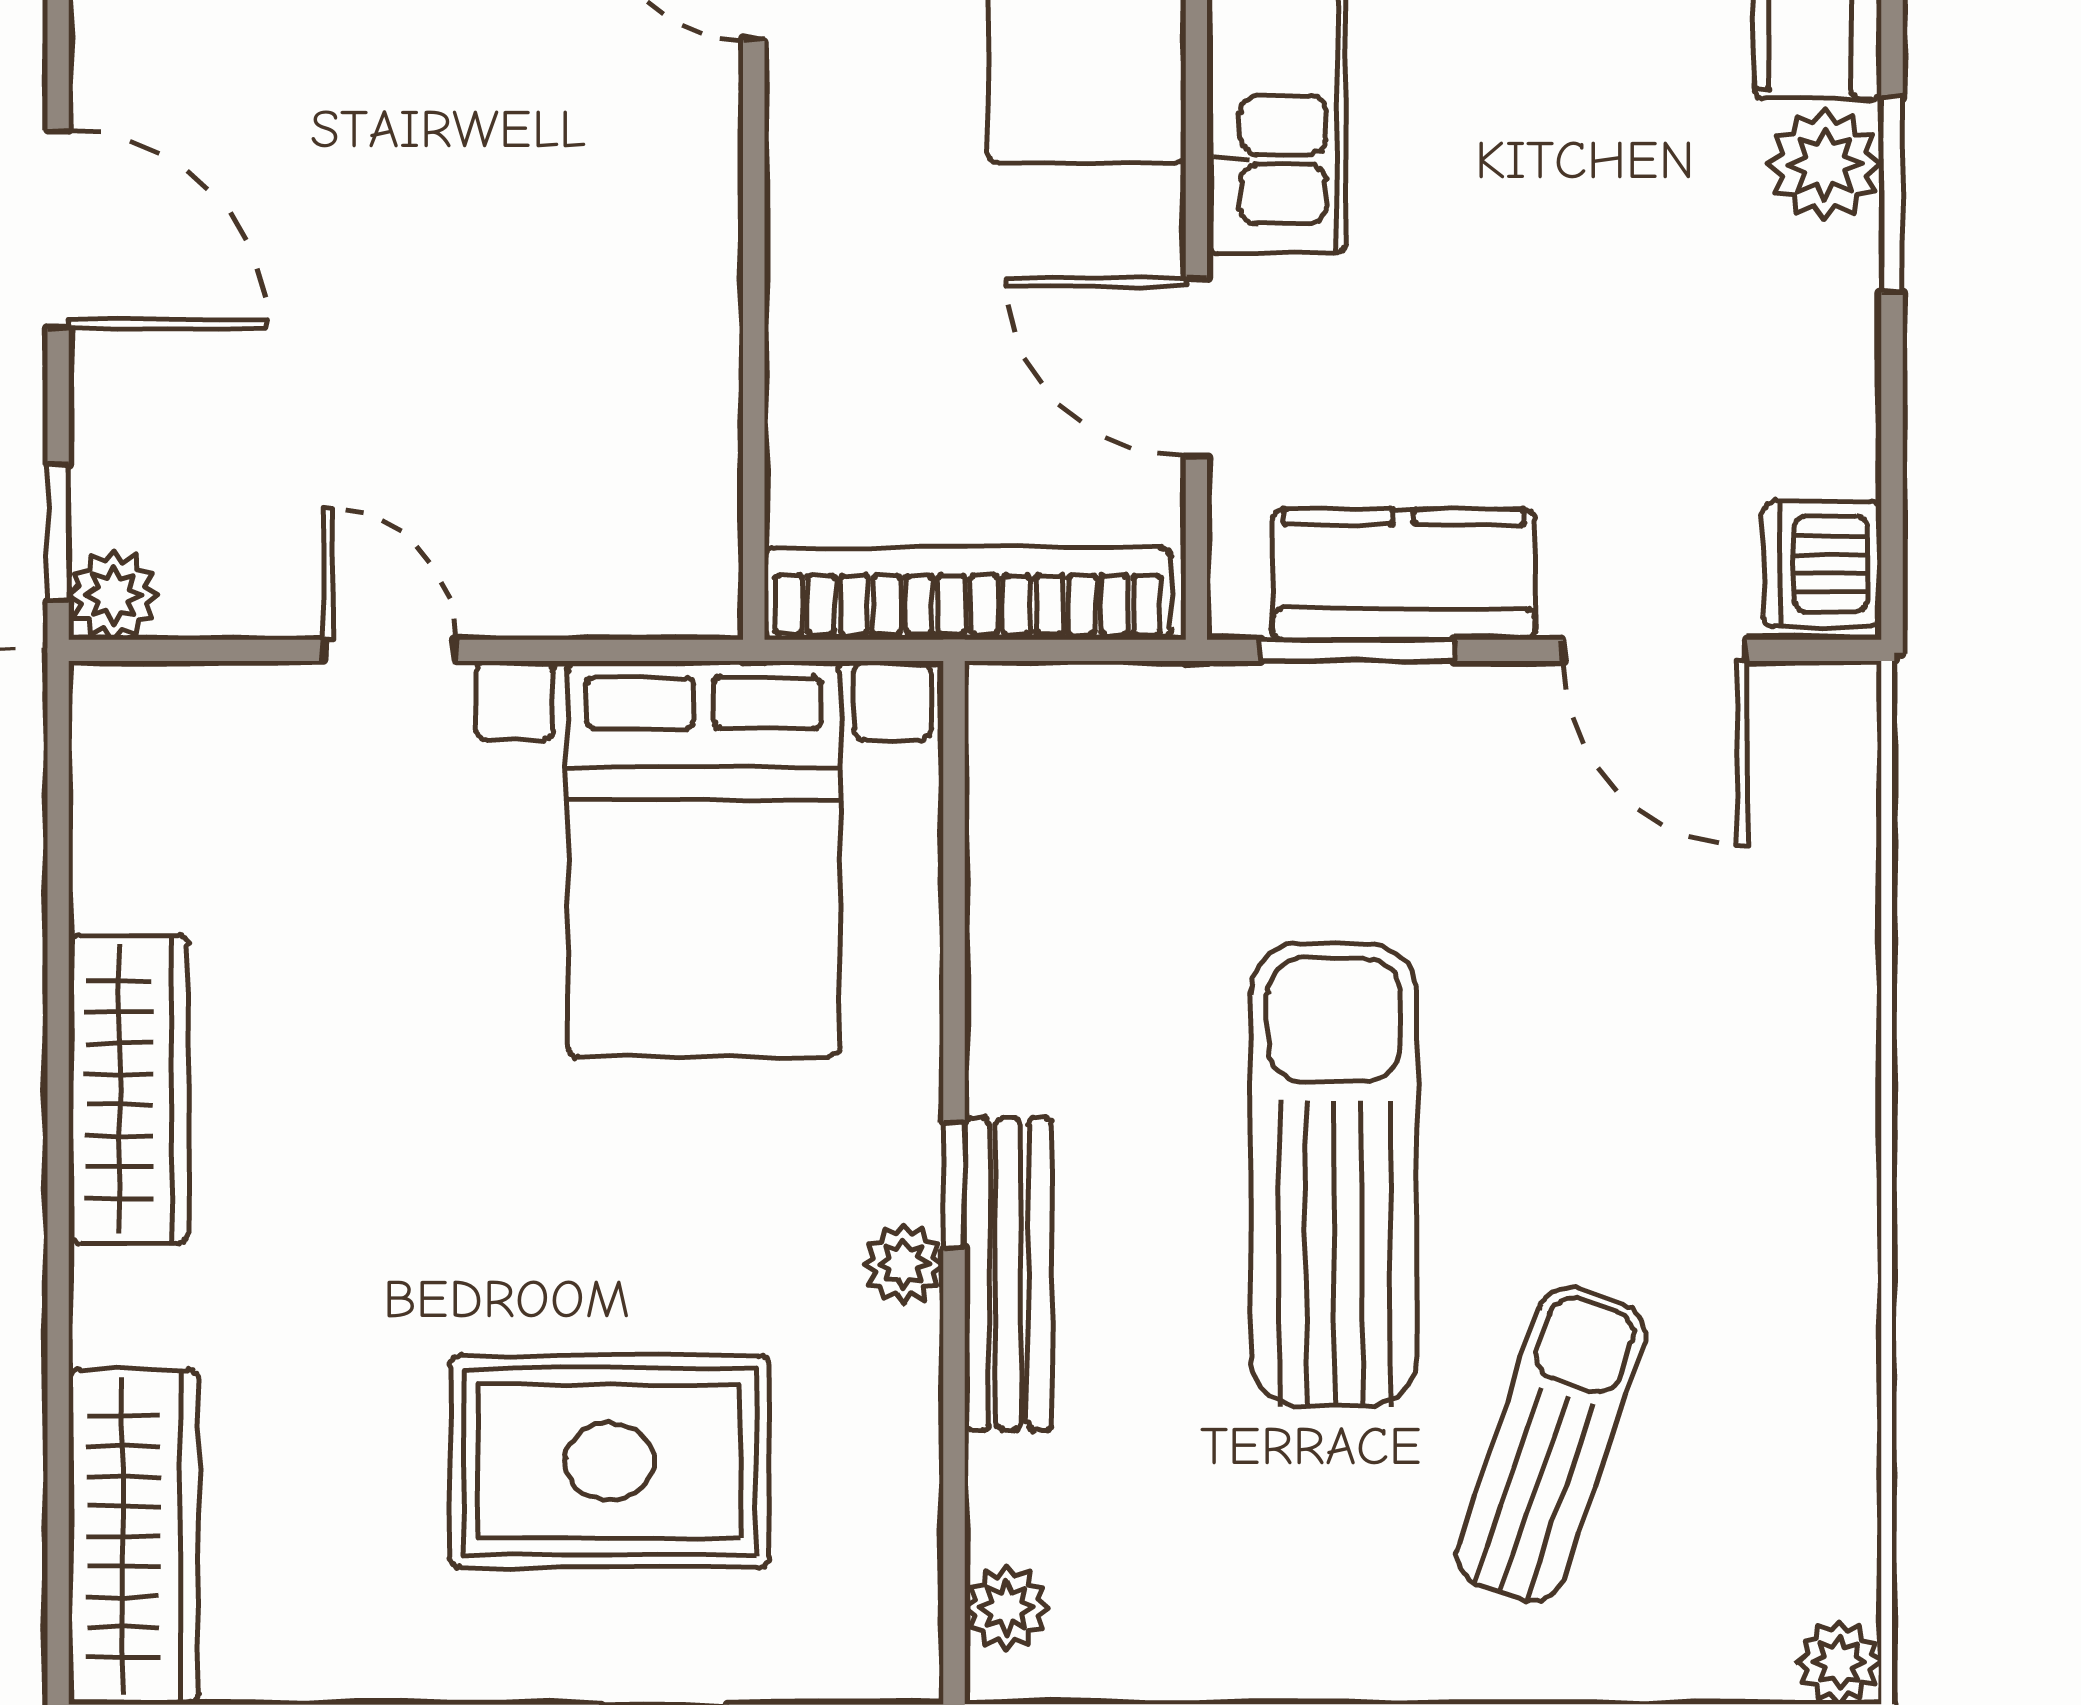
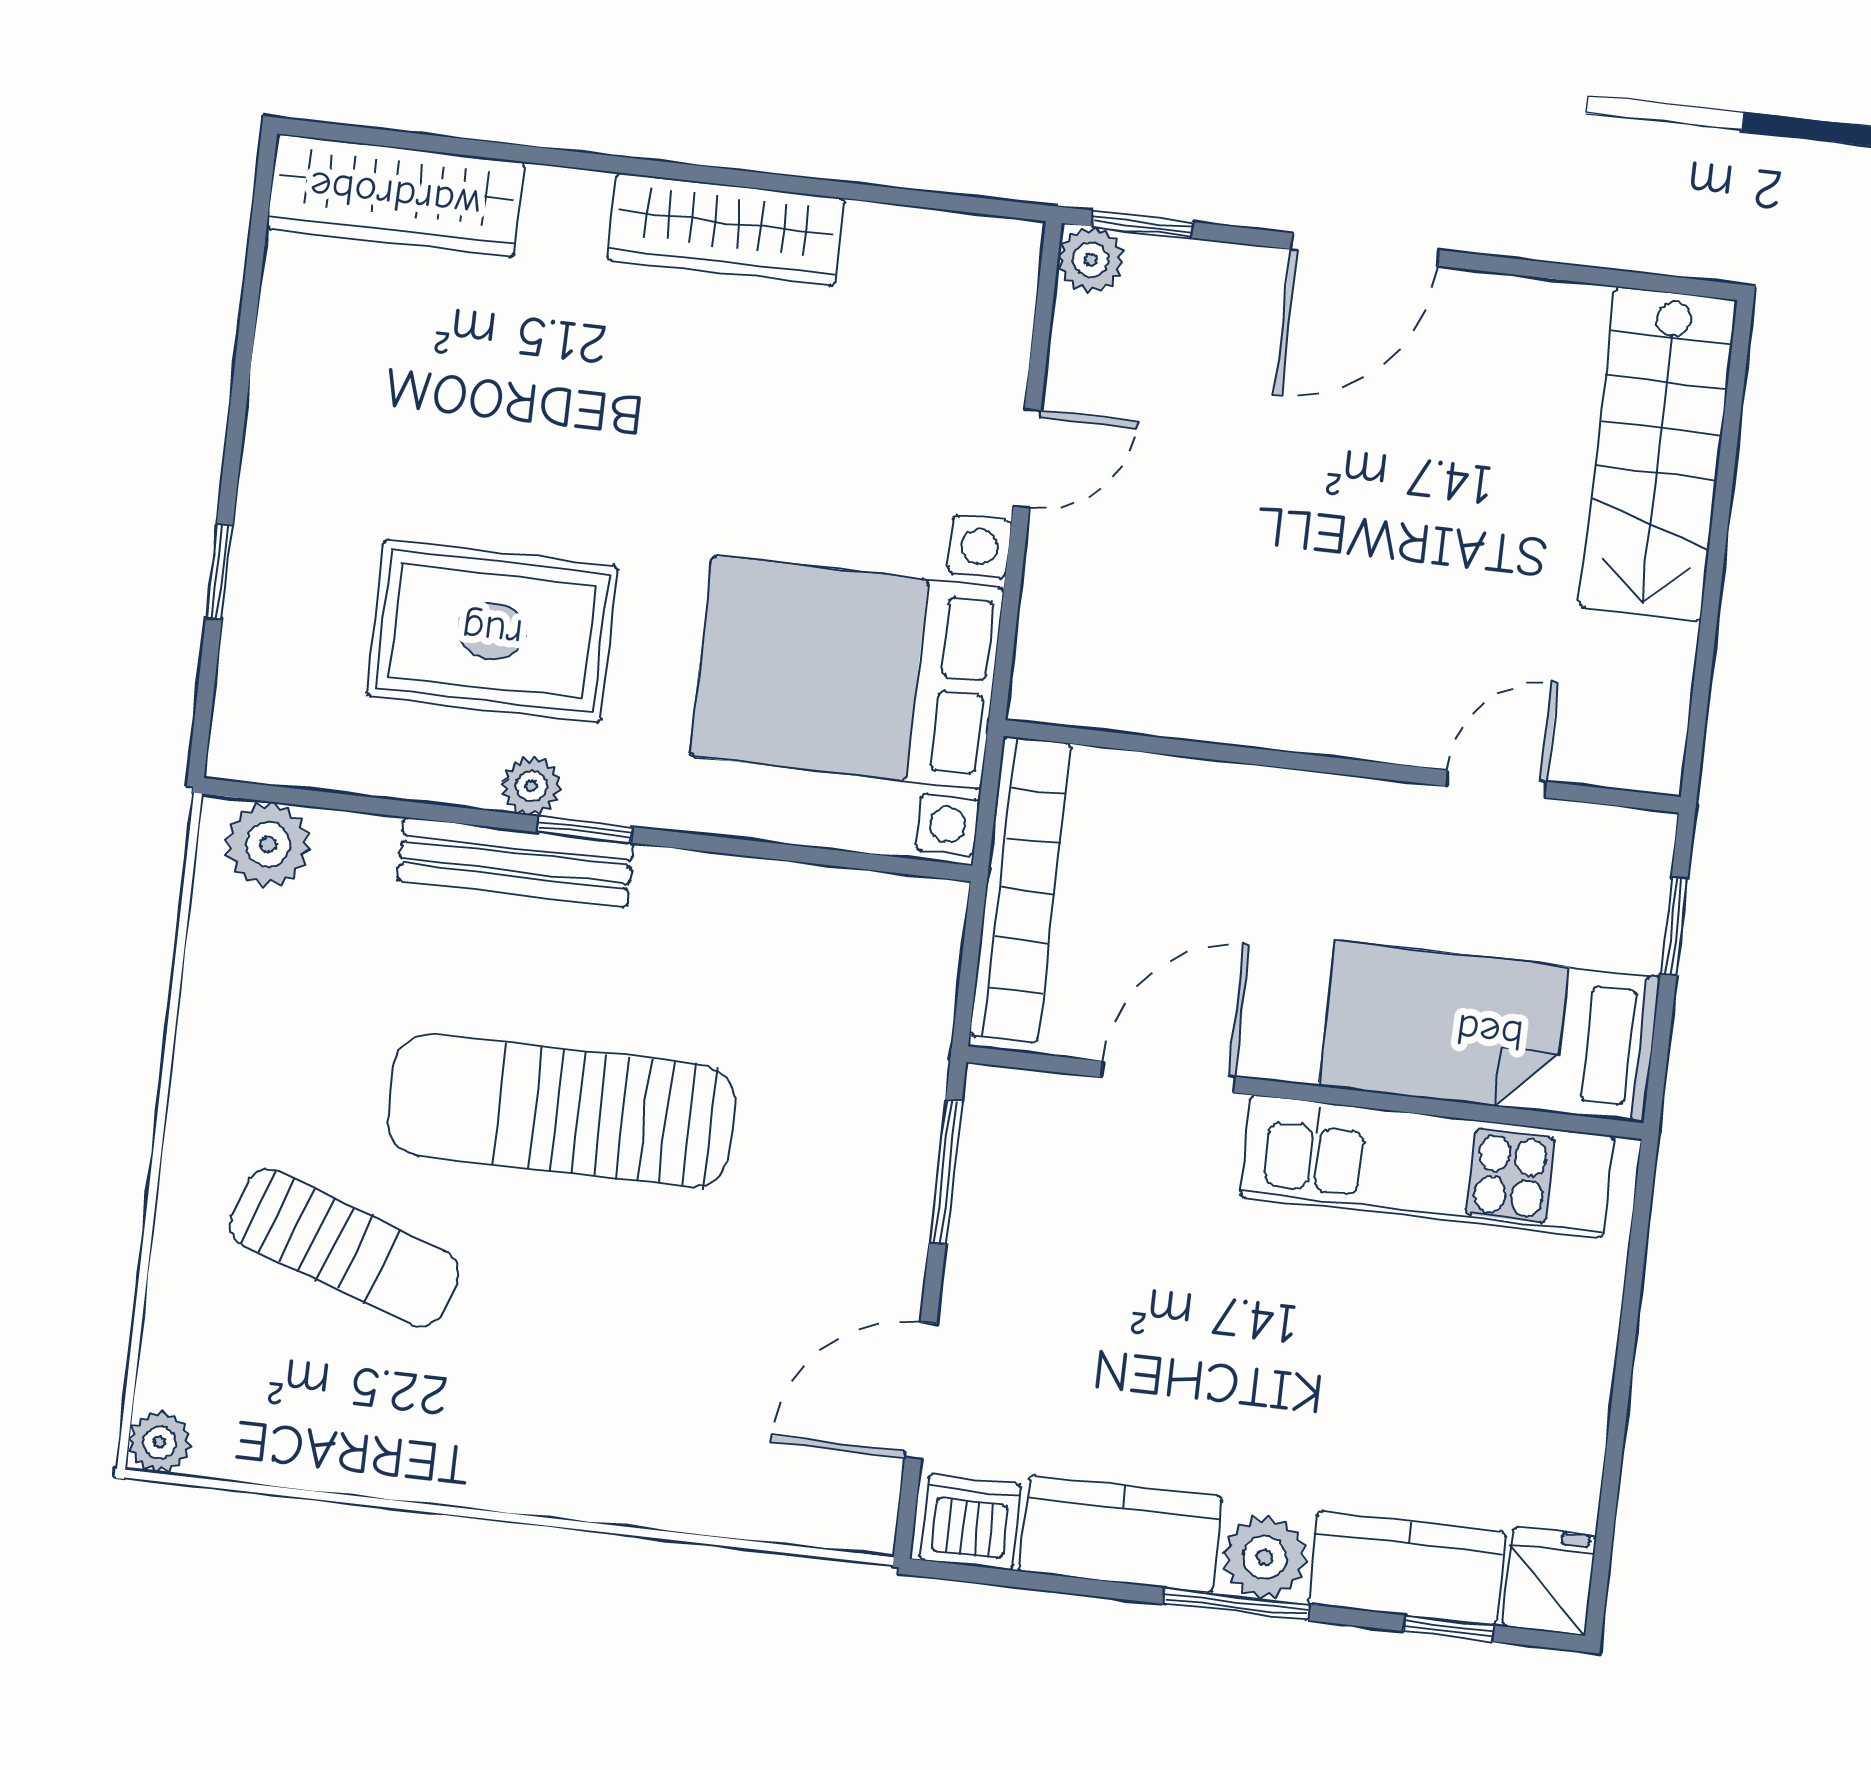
kitchen counter: (1404, 574) -> (1121, 1534), moved, turned -90
sun lounger: (1334, 1175) -> (561, 1111), turned 180
rug: (610, 1461) -> (492, 631), moved, turned 90
plant: (1007, 1608) -> (268, 845), width x1.38, depth x1.38

